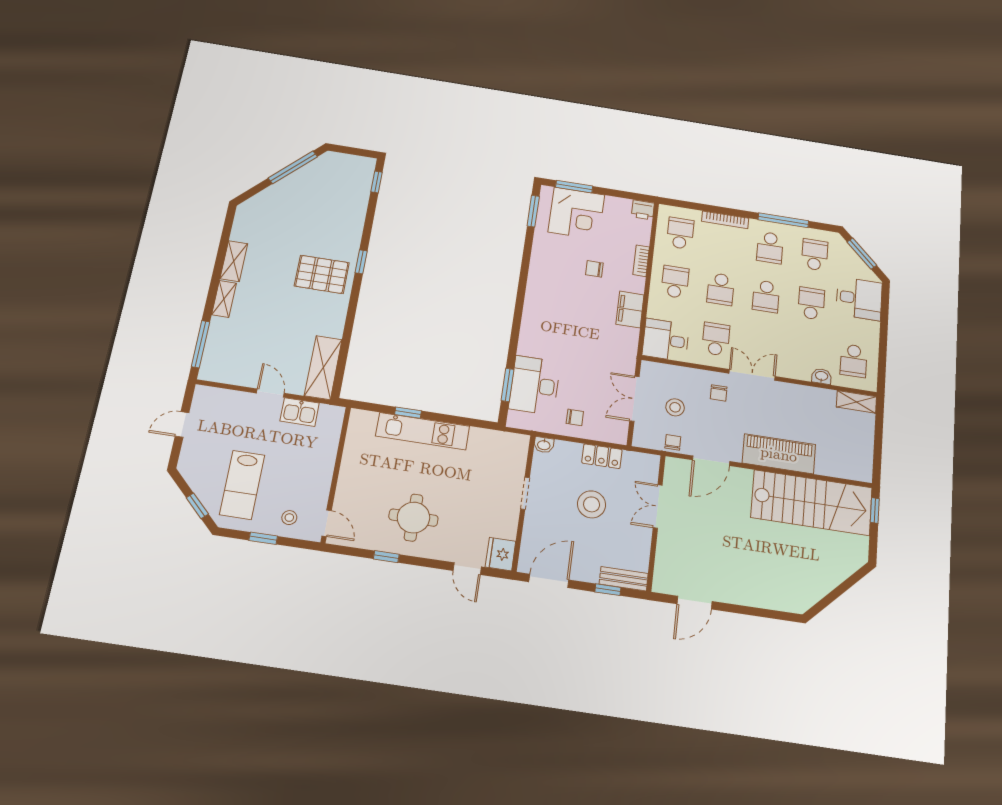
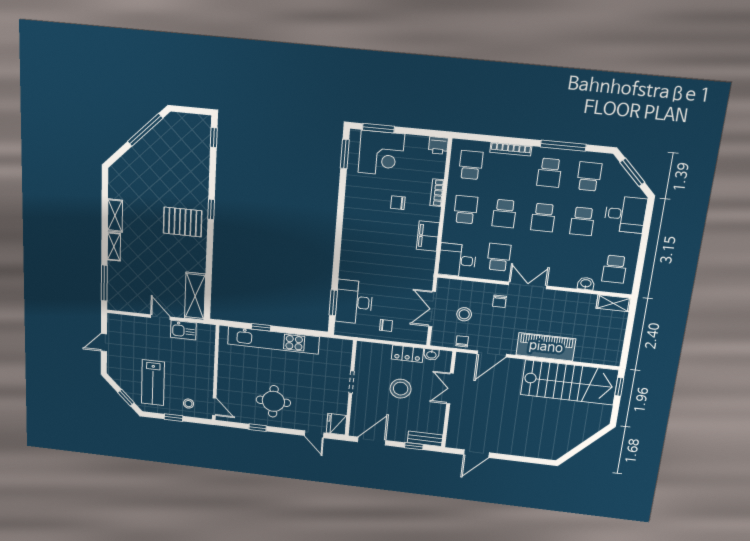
school desk: (811, 303) -> (582, 221), turned 180
kitchen unit: (423, 431) -> (273, 340), width x1.36
washbasin: (544, 445) -> (431, 355), moved

